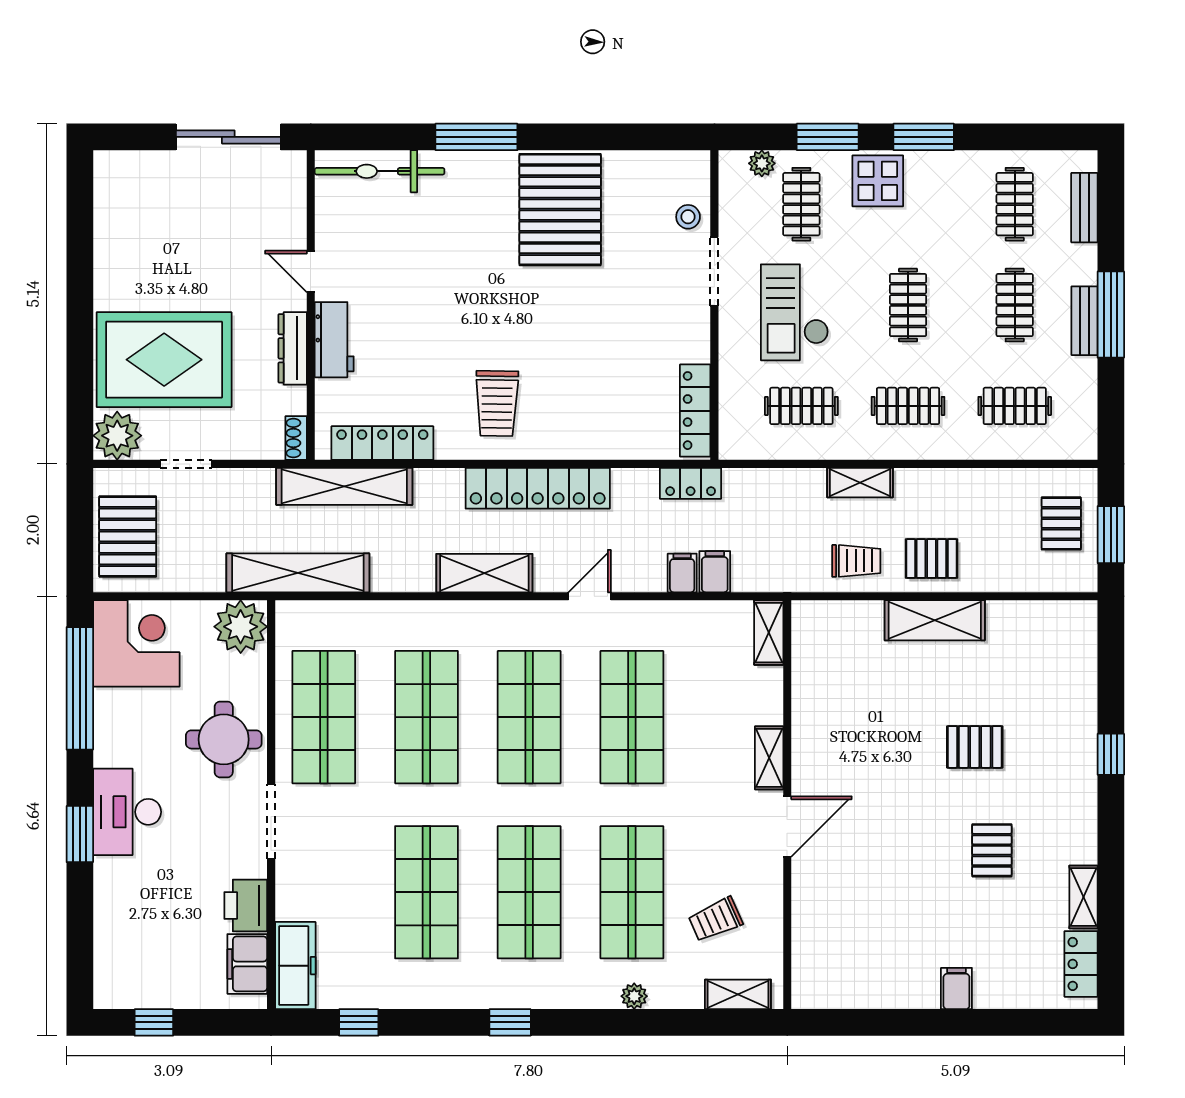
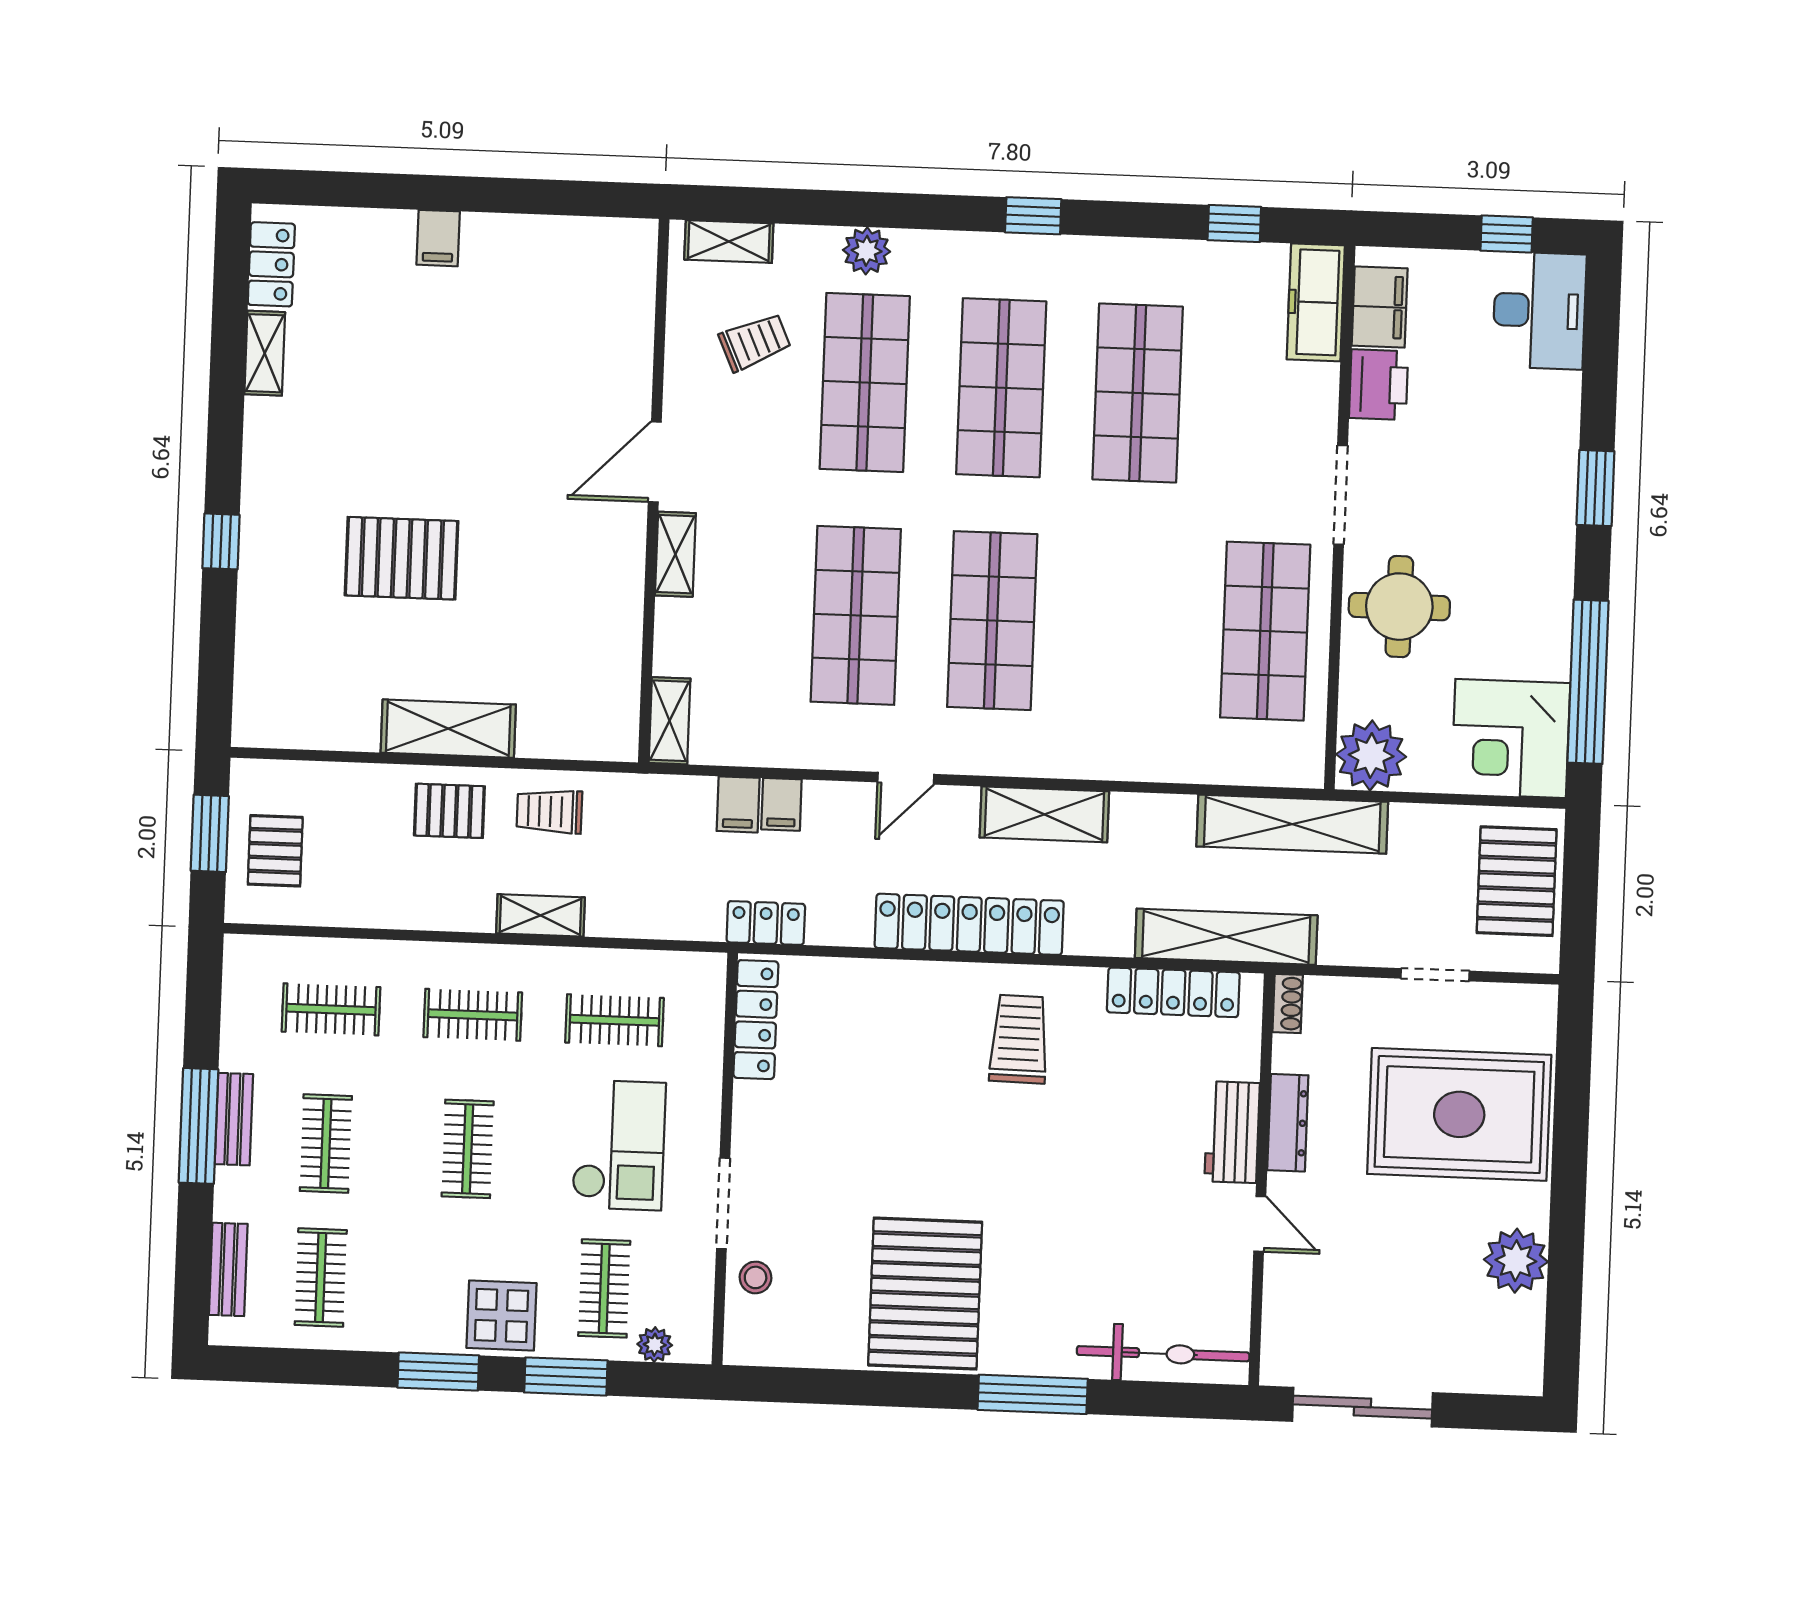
plant: (117, 436) -> (1516, 1261), moved
shop shelf: (426, 717) -> (1129, 626), removed
pallet: (975, 747) -> (402, 558), width x1.50, depth x1.42
desk: (127, 812) -> (1539, 311), moved
pallet: (992, 850) -> (384, 420), removed
plant: (634, 996) -> (867, 251), width x1.38, depth x1.38

